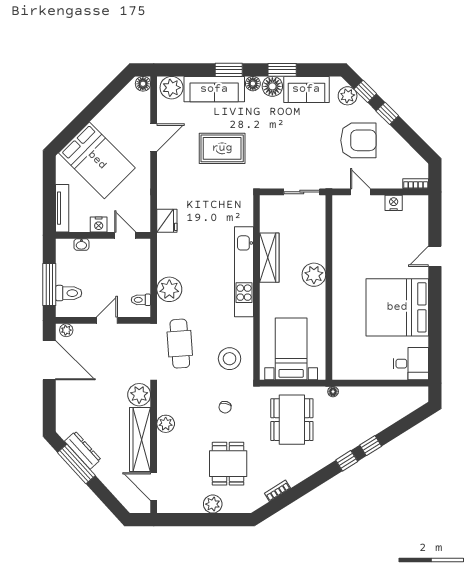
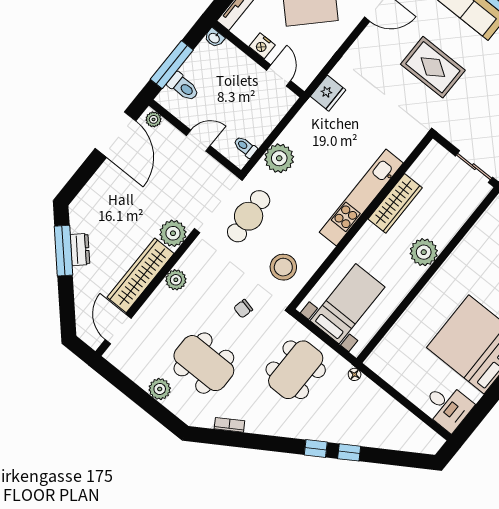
washbasin: (81, 244) -> (214, 38), moved
dresser: (83, 450) -> (80, 250), width x0.70
dining table: (228, 464) -> (204, 363), width x1.38

